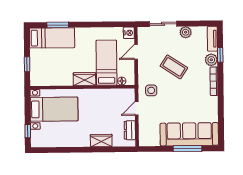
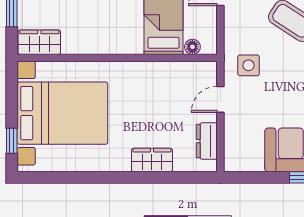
wardrobe: (84, 79) -> (39, 42), moved
bed with nightstands: (54, 109) -> (62, 113), width x1.36

